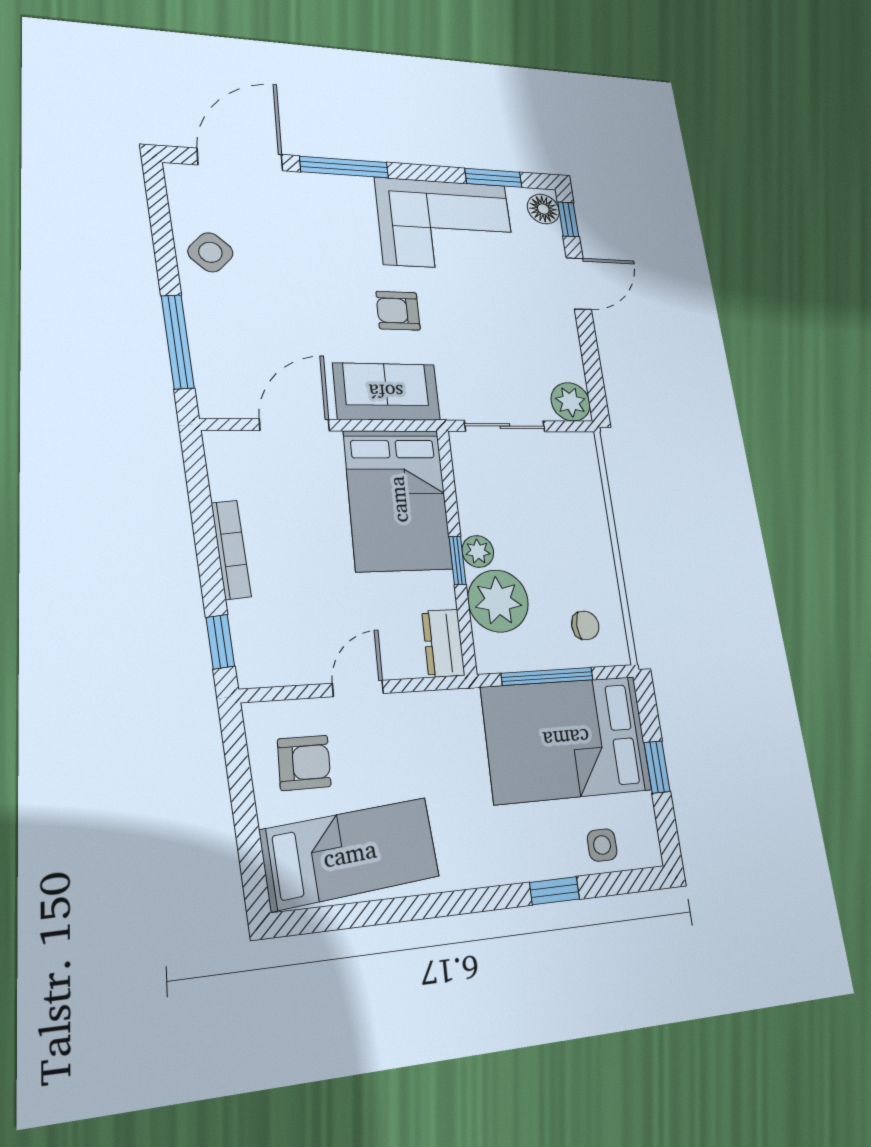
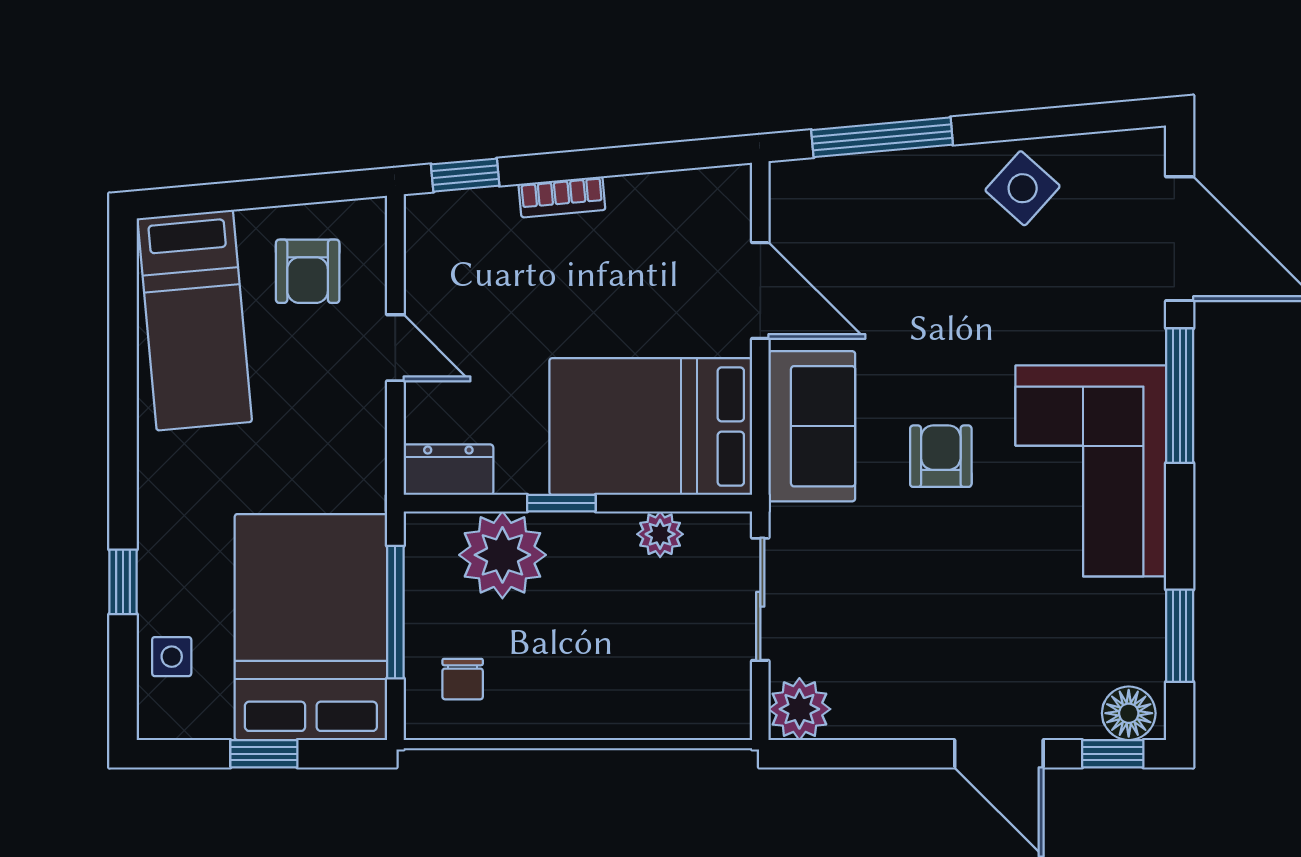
corner sofa: (446, 224) -> (1091, 471), moved
bookcase: (231, 549) -> (562, 197), width x0.64
plant: (478, 551) -> (660, 534), moved

